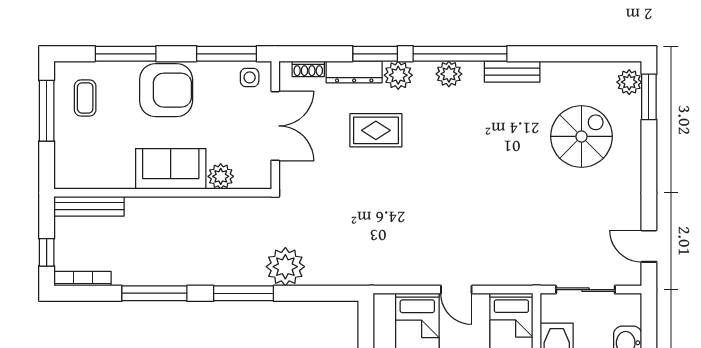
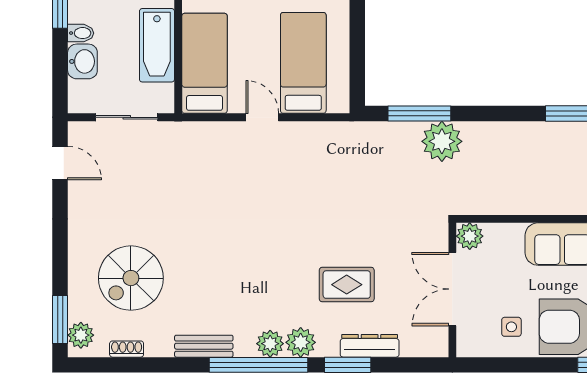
window: (227, 54) -> (504, 365), removed
shoe rack: (308, 69) -> (127, 349), moved
plant: (398, 75) -> (301, 342), moved
side table: (250, 77) -> (511, 327), moved
plant: (221, 176) -> (470, 236), moved
window: (244, 293) -> (419, 113), moved

